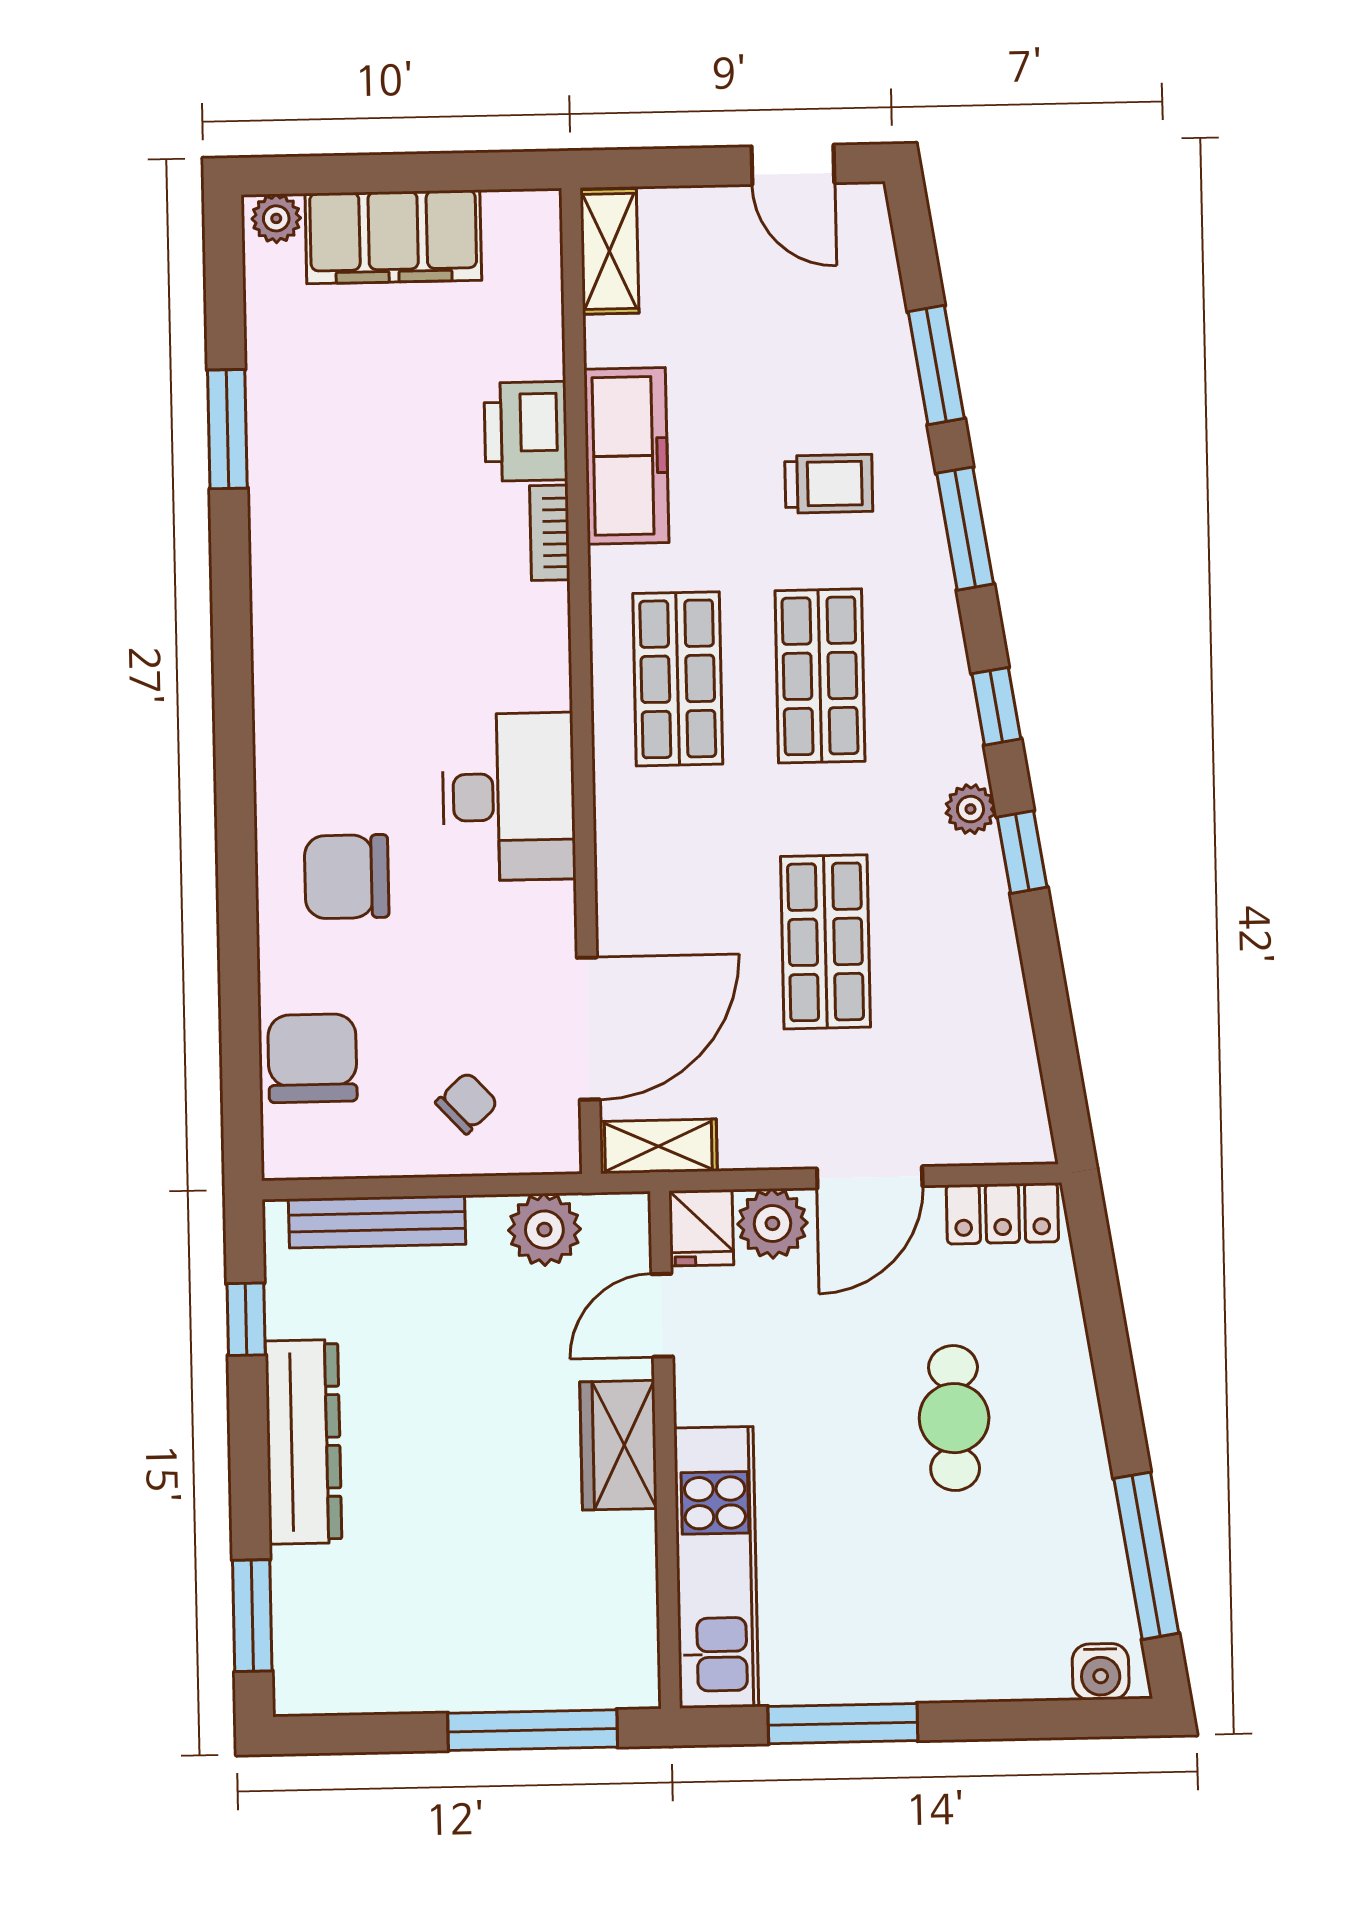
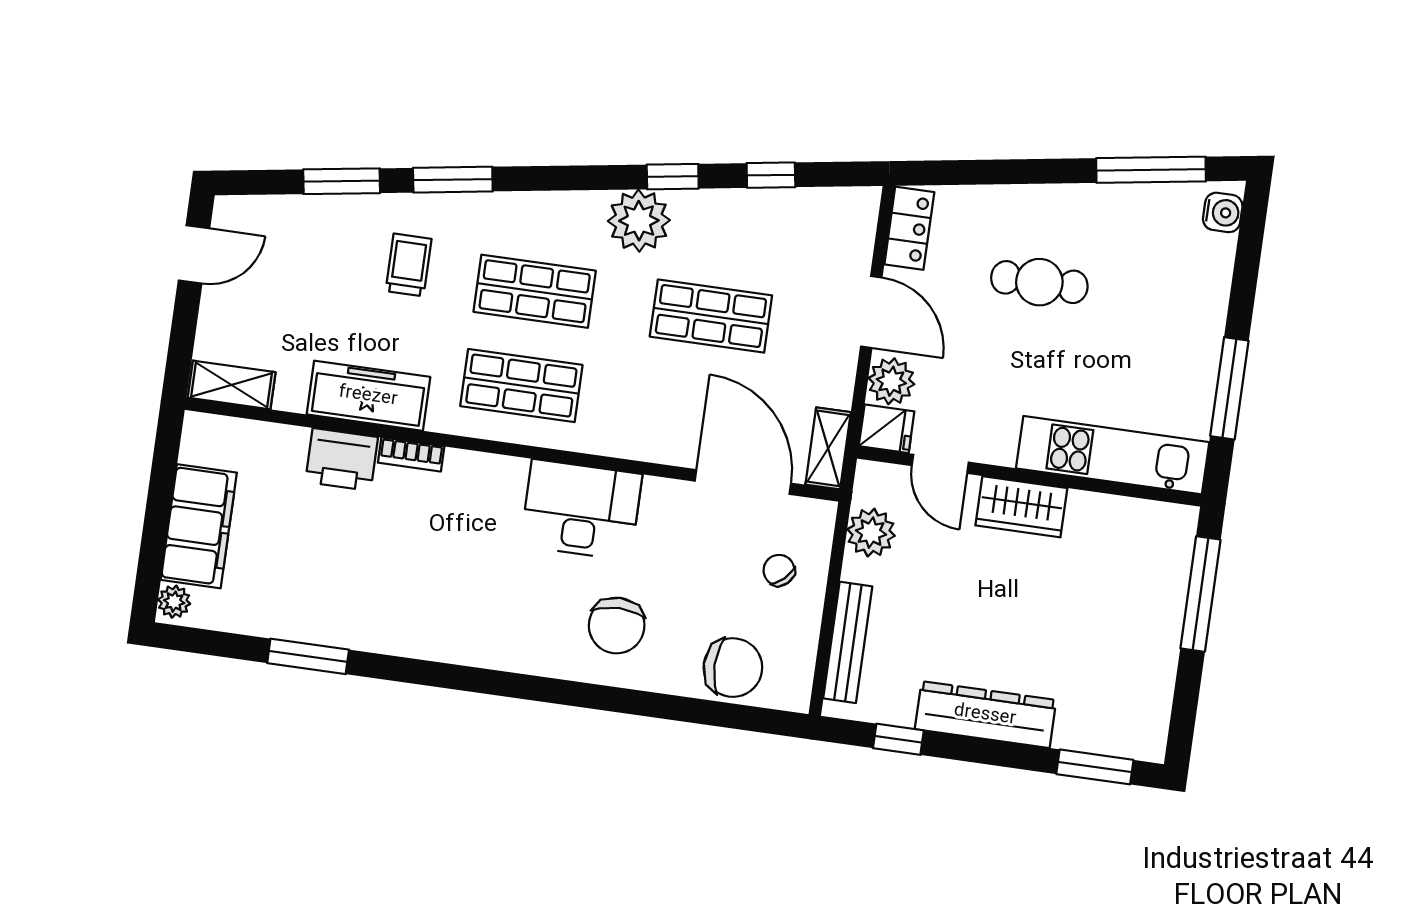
window: (996, 706) -> (771, 175), moved
plant: (970, 809) -> (639, 221), width x1.88, depth x1.88
chair: (312, 1058) -> (733, 668), turned 180

